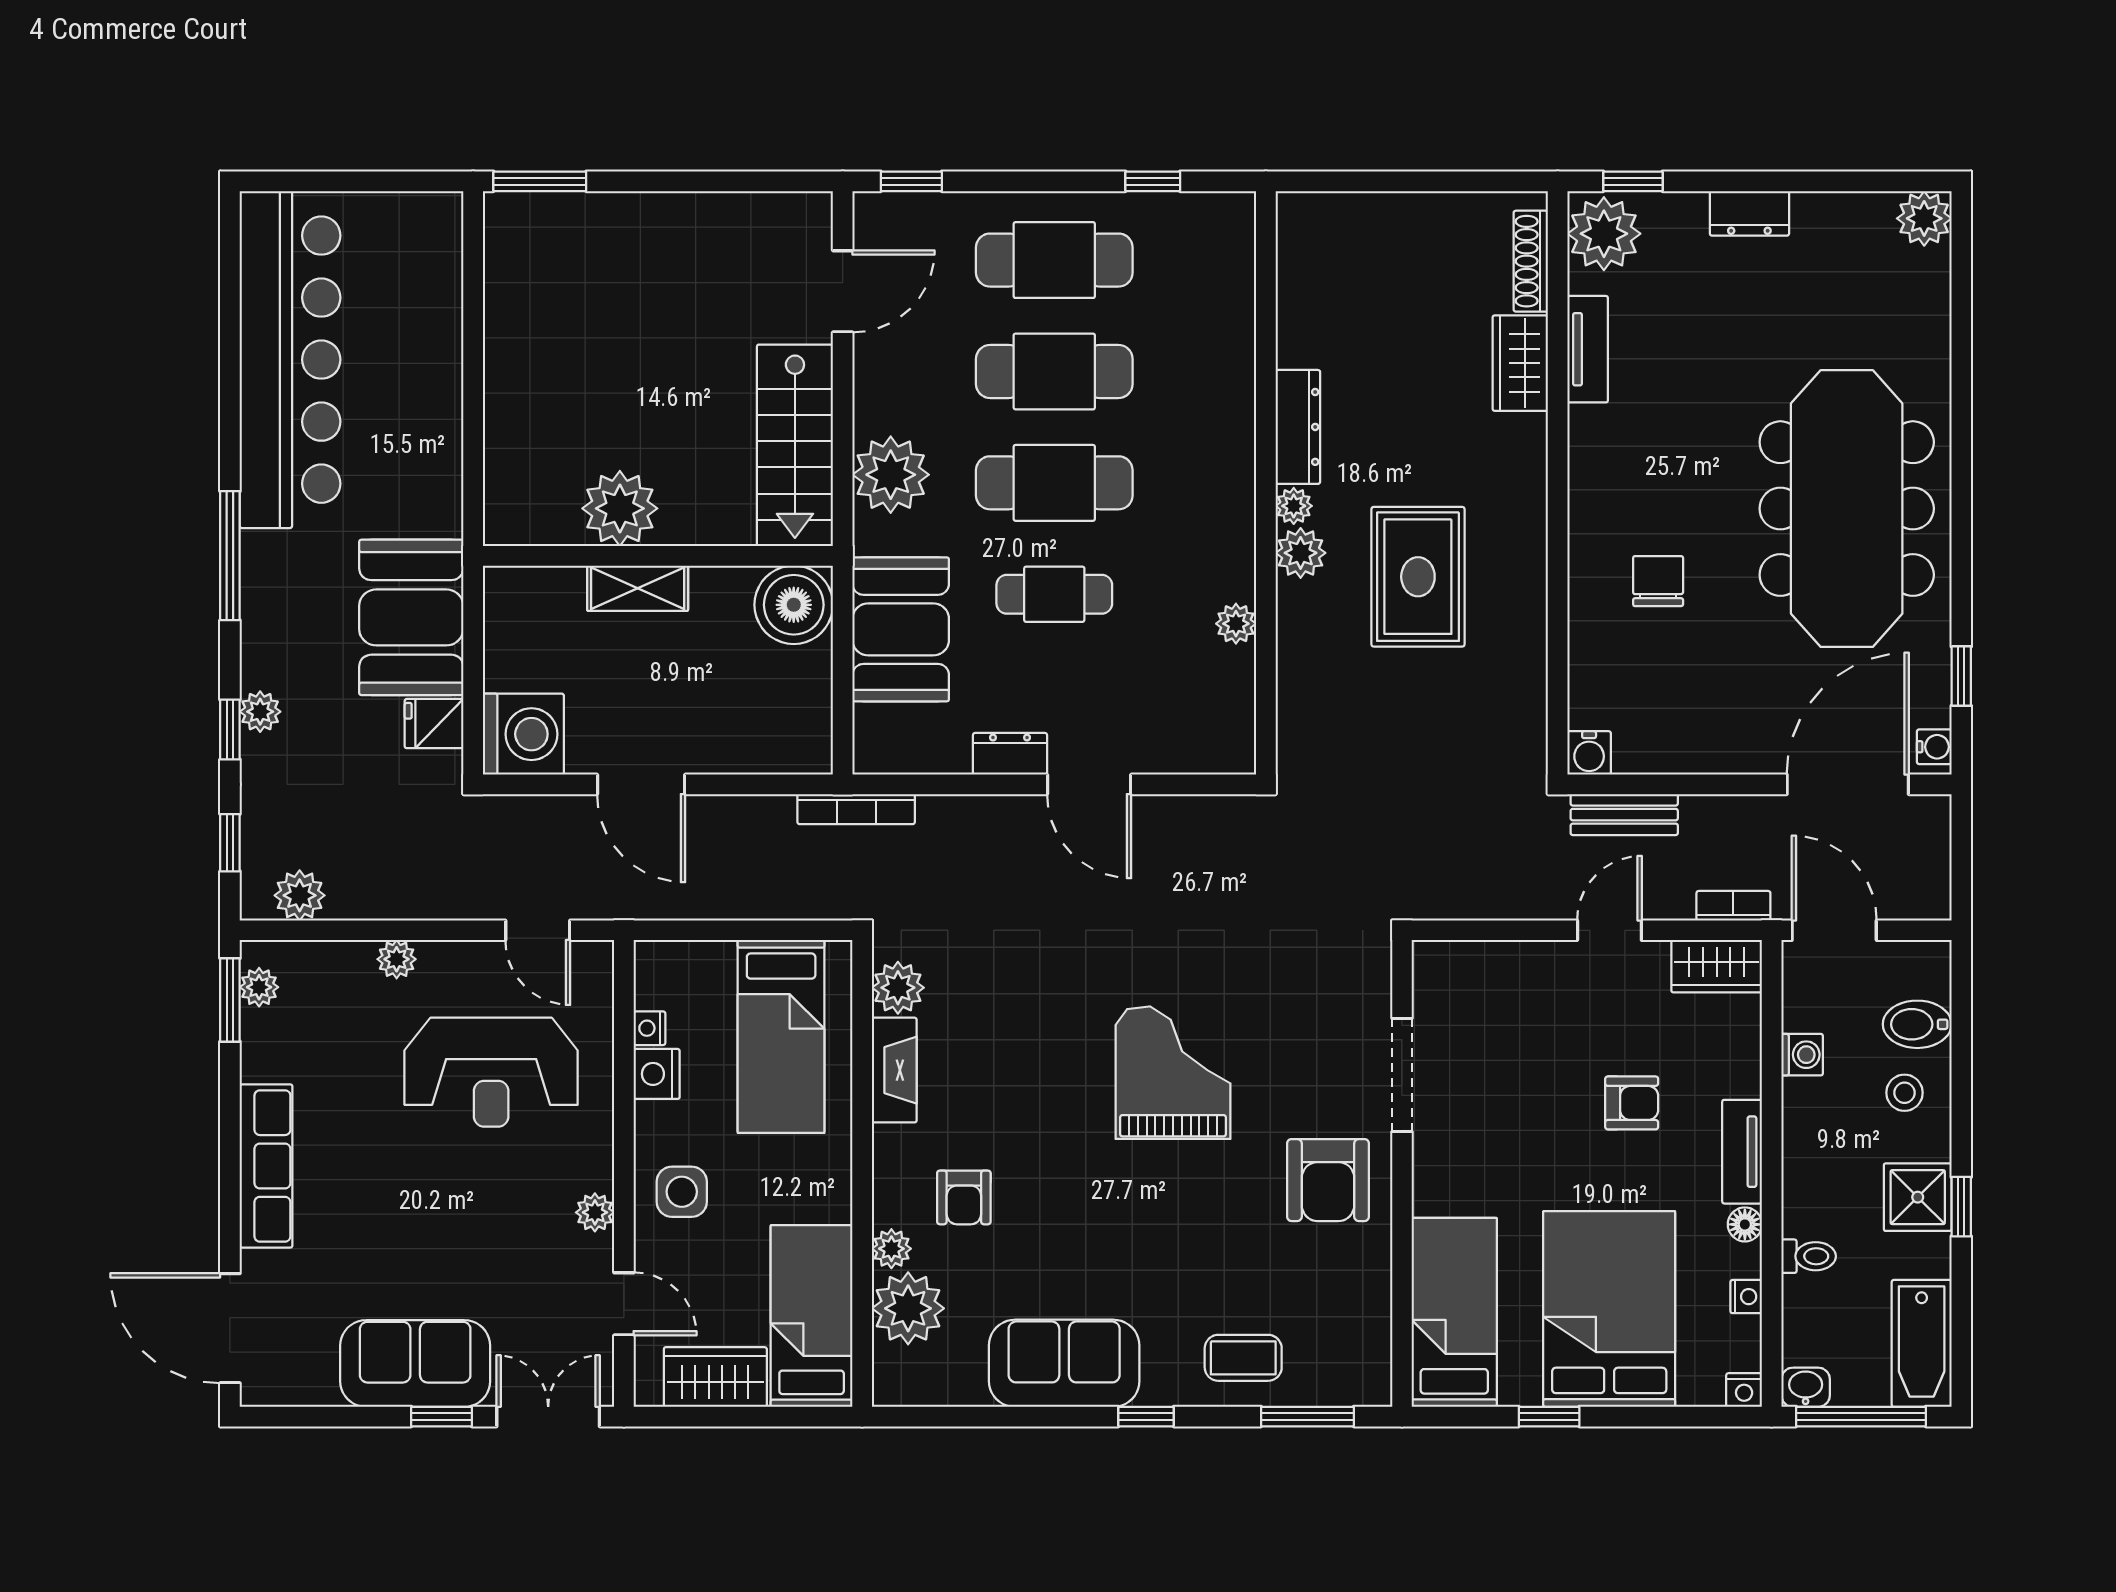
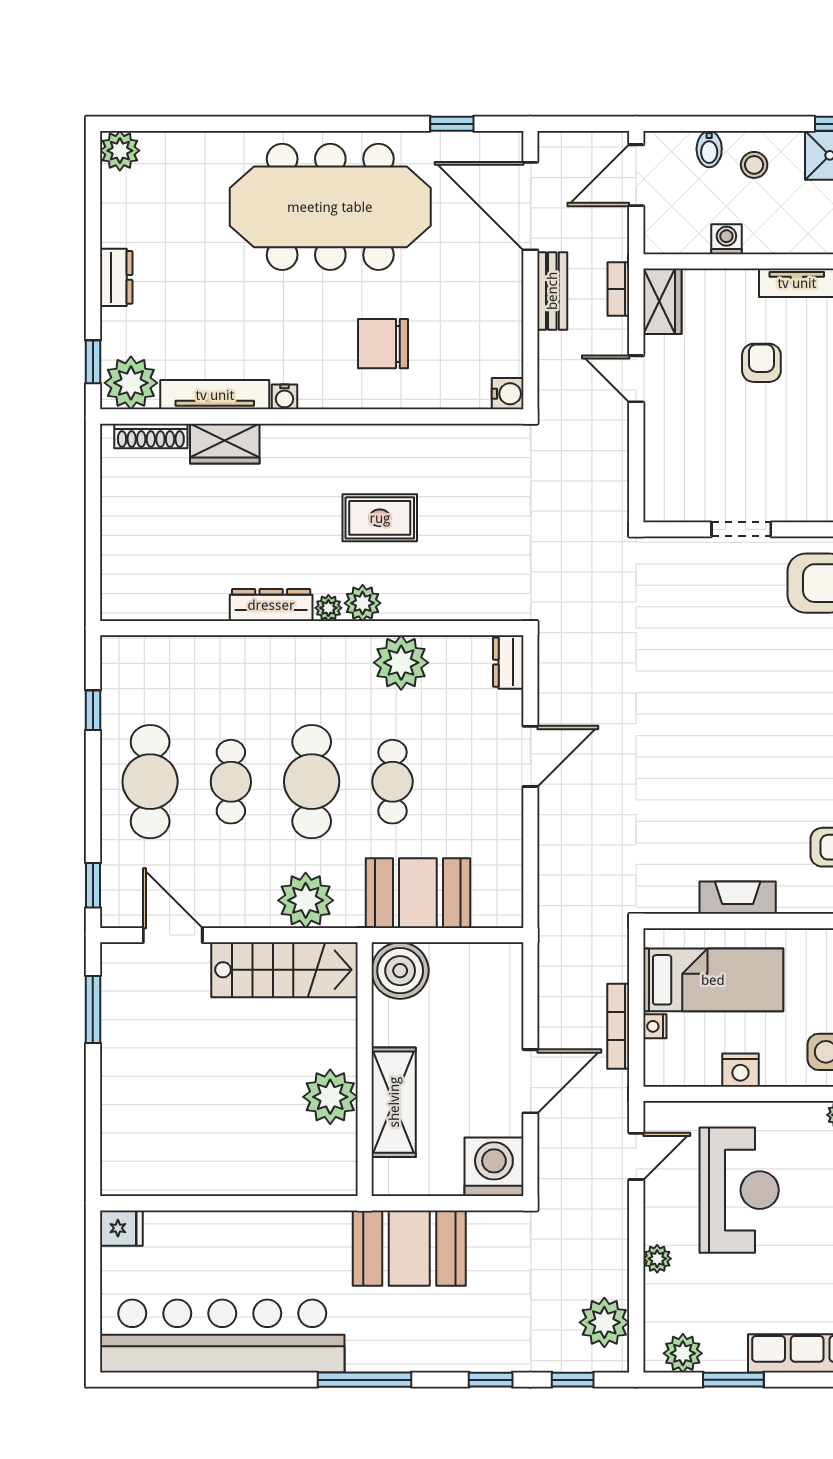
window: (540, 181) -> (93, 1009), moved
tv unit: (1588, 349) -> (215, 395), width x1.41
cafe table: (1054, 371) -> (231, 782), width x0.73, depth x0.74
rug: (1418, 577) -> (380, 518), width x0.73, depth x0.70
chair: (1658, 581) -> (383, 344), width x1.37, depth x1.37
shelving: (638, 588) -> (394, 1102), width x1.50, depth x1.33
plant: (1236, 624) -> (401, 663), width x1.87, depth x1.87
plant: (260, 712) -> (478, 1358), removed
fridge: (434, 724) -> (121, 1228), moved, turned -90
water cooler: (1934, 747) -> (285, 397), moved, turned 180
dresser: (1010, 754) -> (508, 662), moved
bookcase: (856, 809) -> (618, 1026), moved, turned 180
bench: (1624, 815) -> (552, 291), moved
plant: (300, 895) -> (604, 1322), width x1.36, depth x1.36
door: (1834, 930) -> (636, 175), moved
plant: (259, 987) -> (683, 1353), width x1.38, depth x1.38
plant: (898, 988) -> (678, 895), removed
window: (230, 1000) -> (733, 1380), moved
bidet: (1917, 1024) -> (709, 149), width x0.72, depth x0.74
nightstand: (649, 1028) -> (655, 1026), moved, turned 90
grand piano: (1173, 1073) -> (740, 696), removed
doorway: (1402, 1075) -> (741, 529), width x0.73

